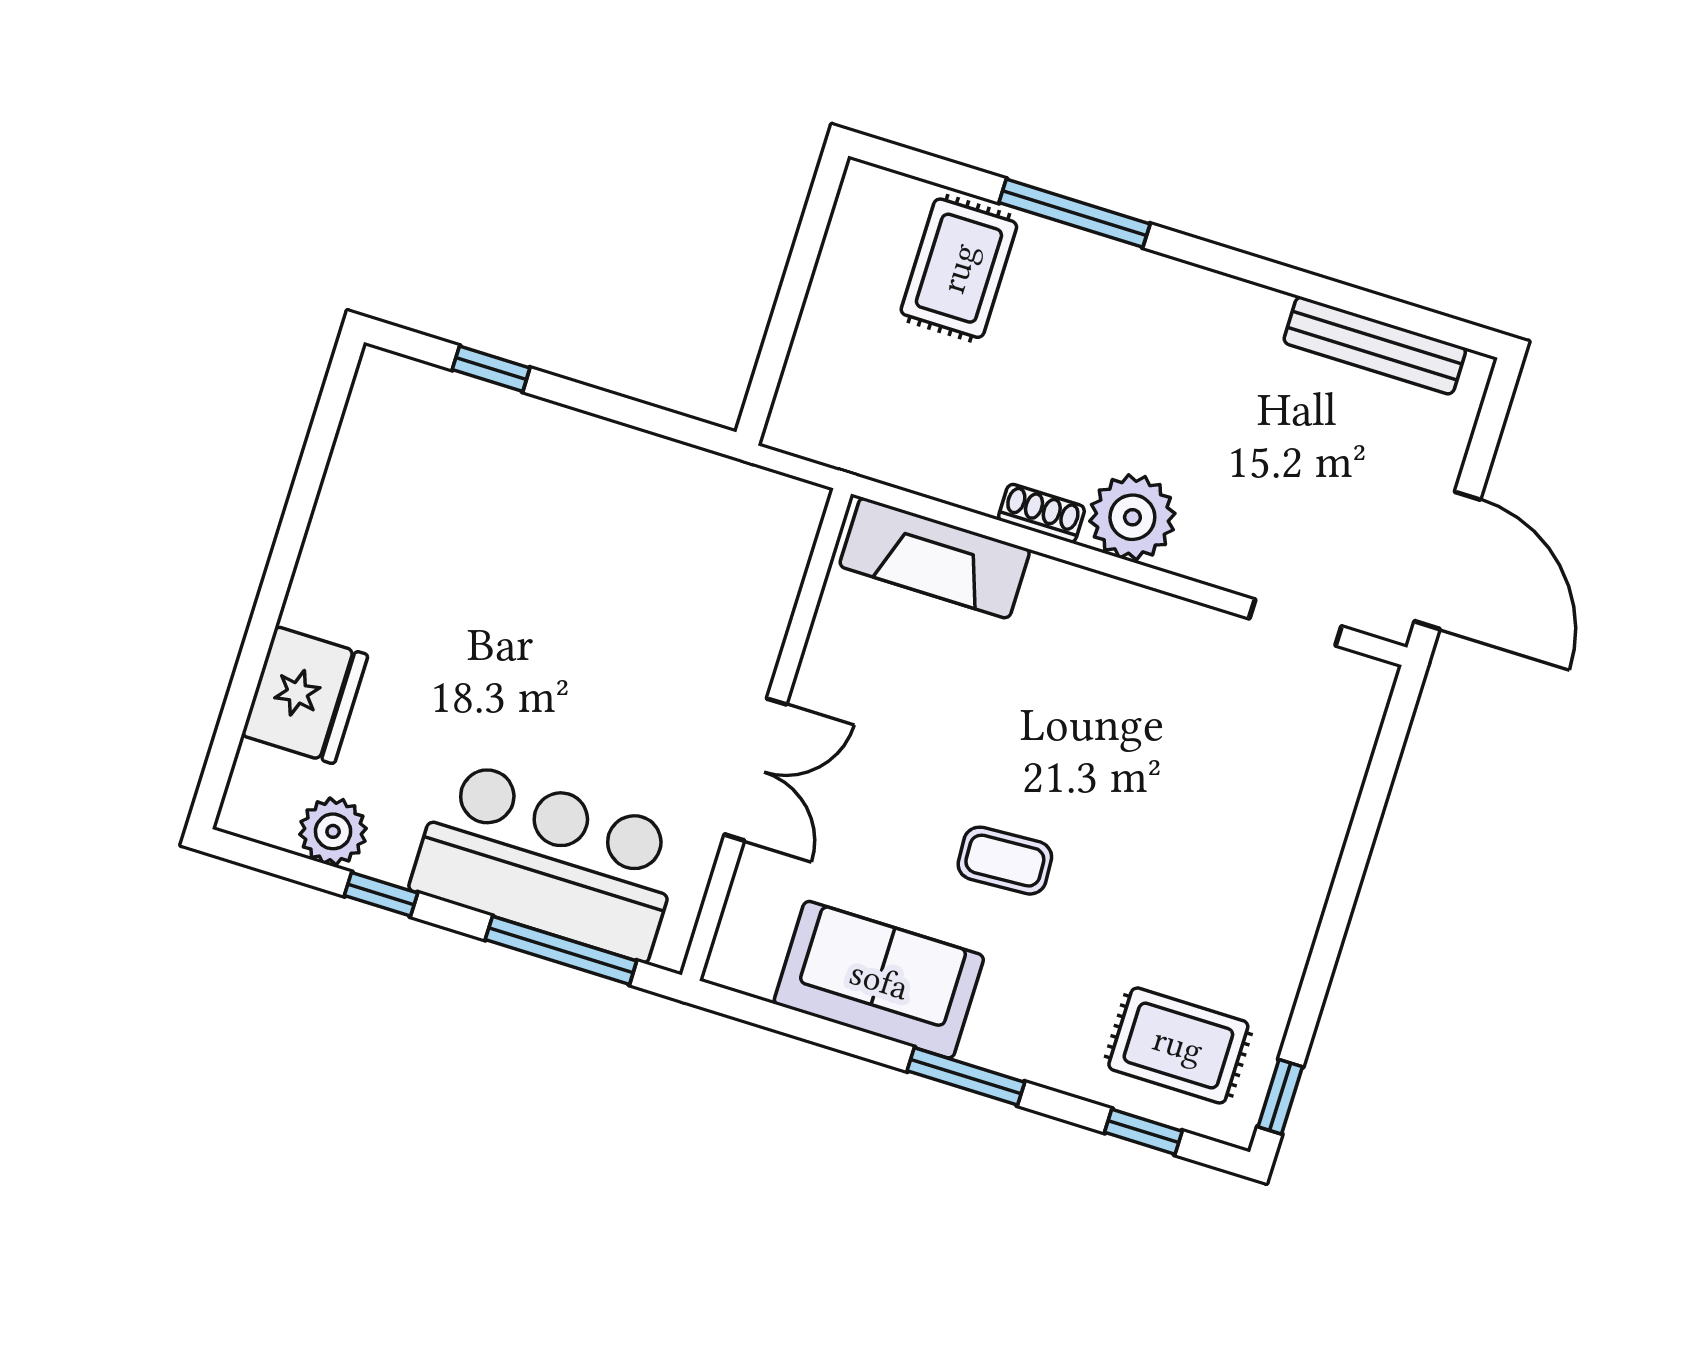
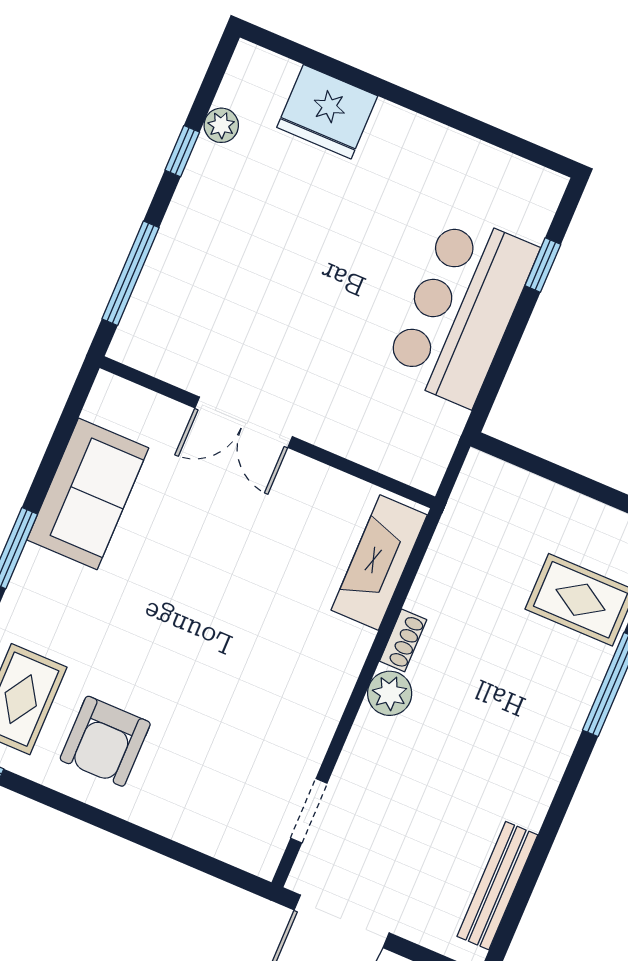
plant: (1132, 517) -> (390, 693), width x0.73, depth x0.73
plant: (333, 831) -> (221, 125), width x0.73, depth x0.73
bar counter: (548, 861) -> (461, 310), moved, turned 180
coffee table: (1005, 861) -> (162, 591), removed
armchair: (1226, 920) -> (105, 741), added

